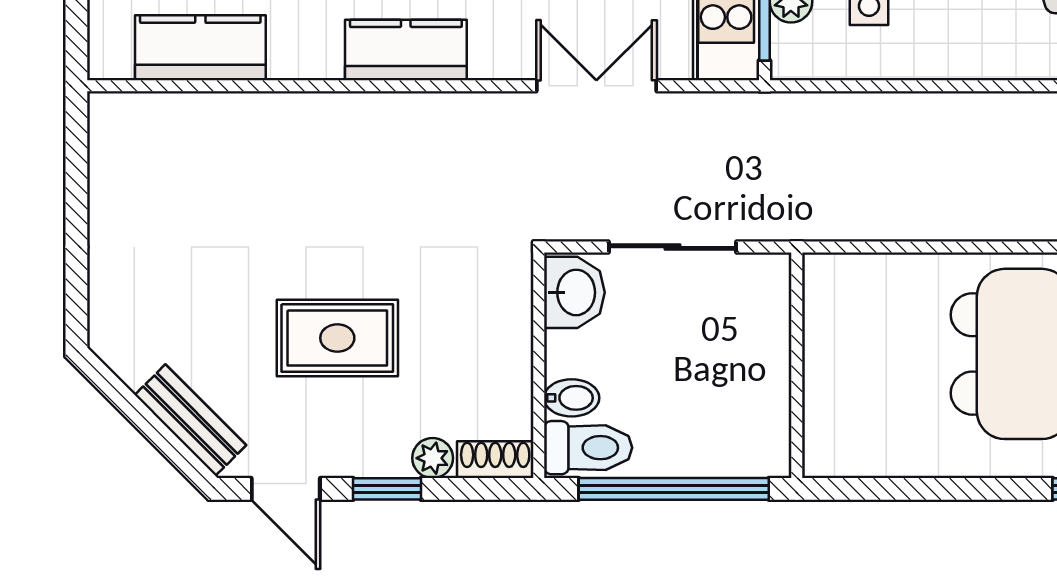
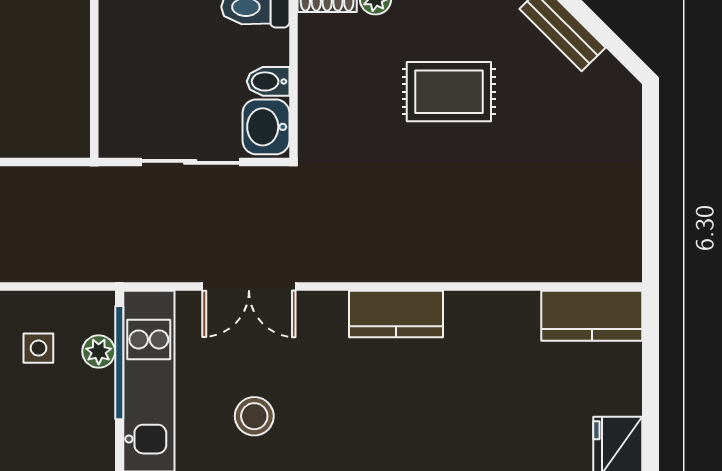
kitchen counter: (200, 48) -> (592, 316), moved
bidet: (572, 398) -> (268, 81), moved

